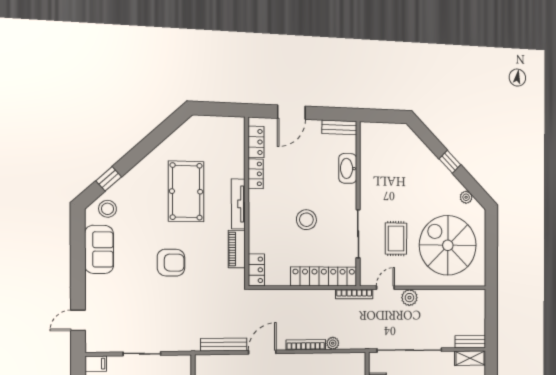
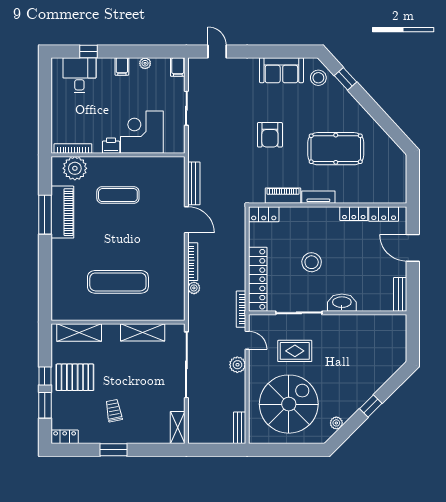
washbasin: (348, 168) -> (342, 303), moved
tv unit: (238, 204) -> (318, 197), width x0.71
bench: (470, 342) -> (240, 428), moved

